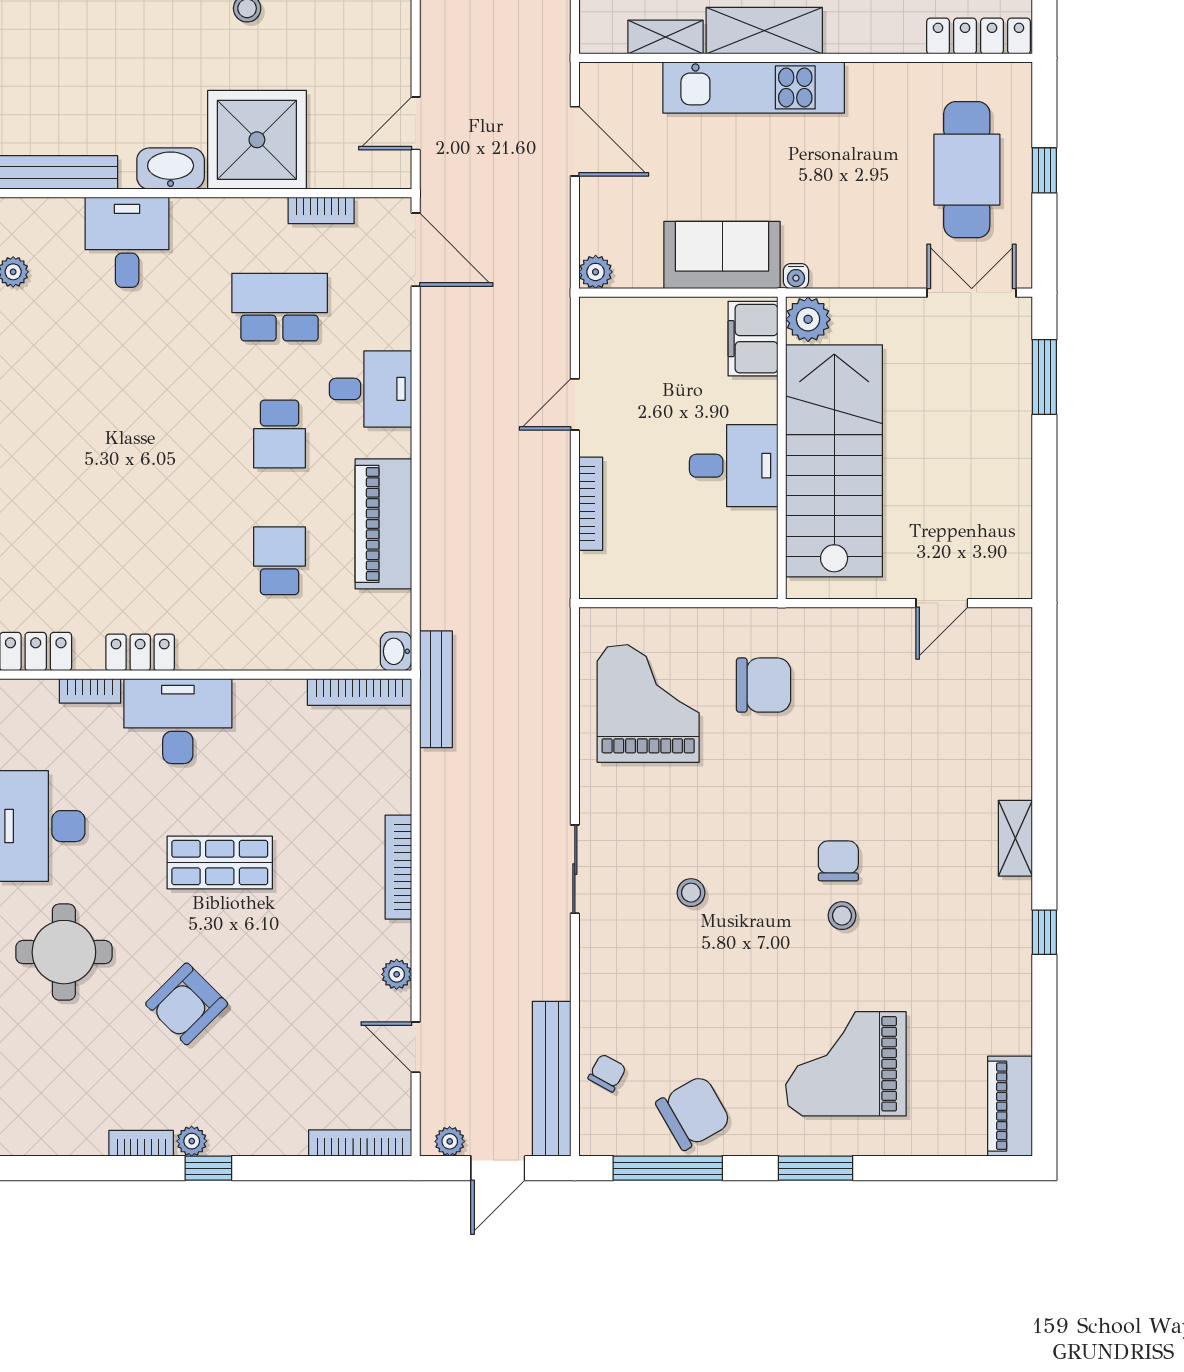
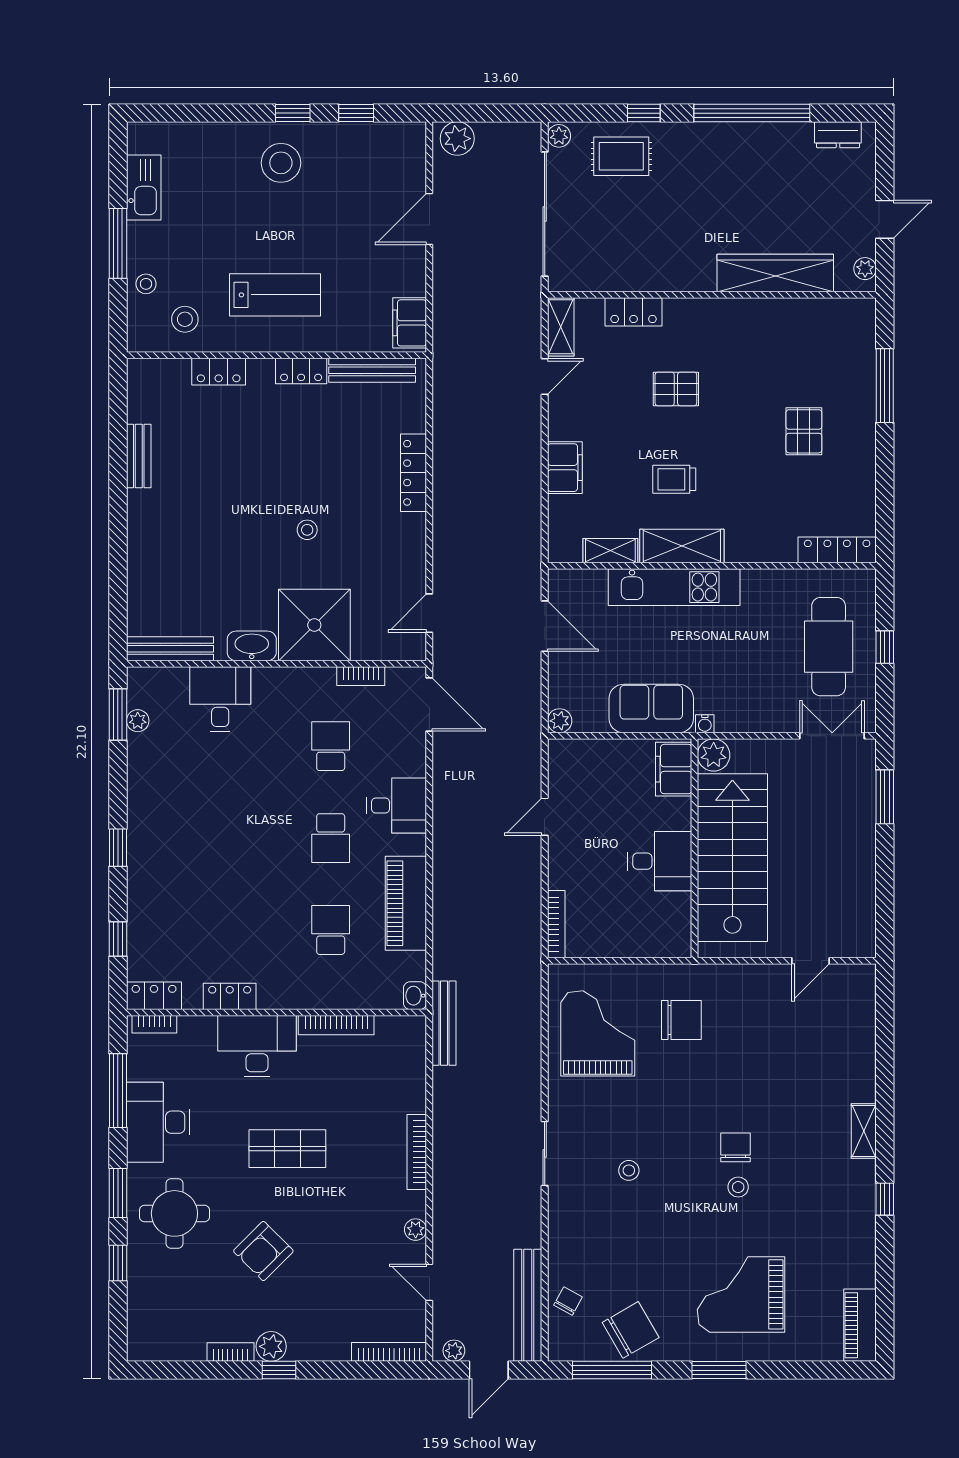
school desk: (280, 307) -> (331, 746), width x0.54
bookcase: (591, 504) -> (556, 924), moved
bookcase: (90, 691) -> (154, 1024), moved
bookcase: (360, 692) -> (336, 1025), moved
plant: (192, 1141) -> (271, 1346), width x1.38, depth x1.38

